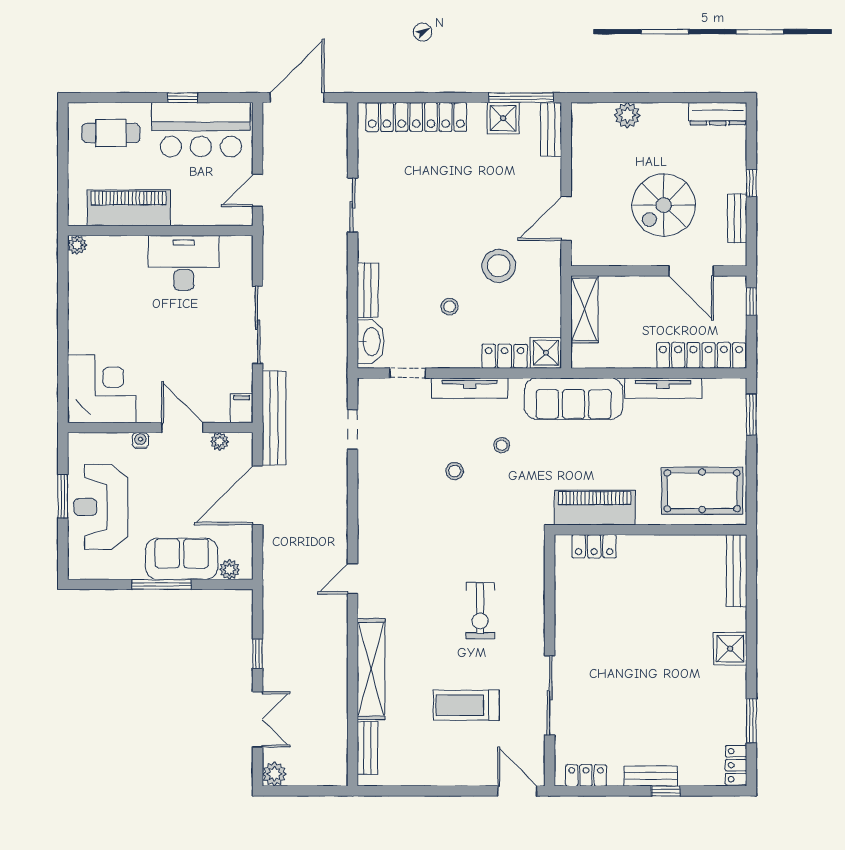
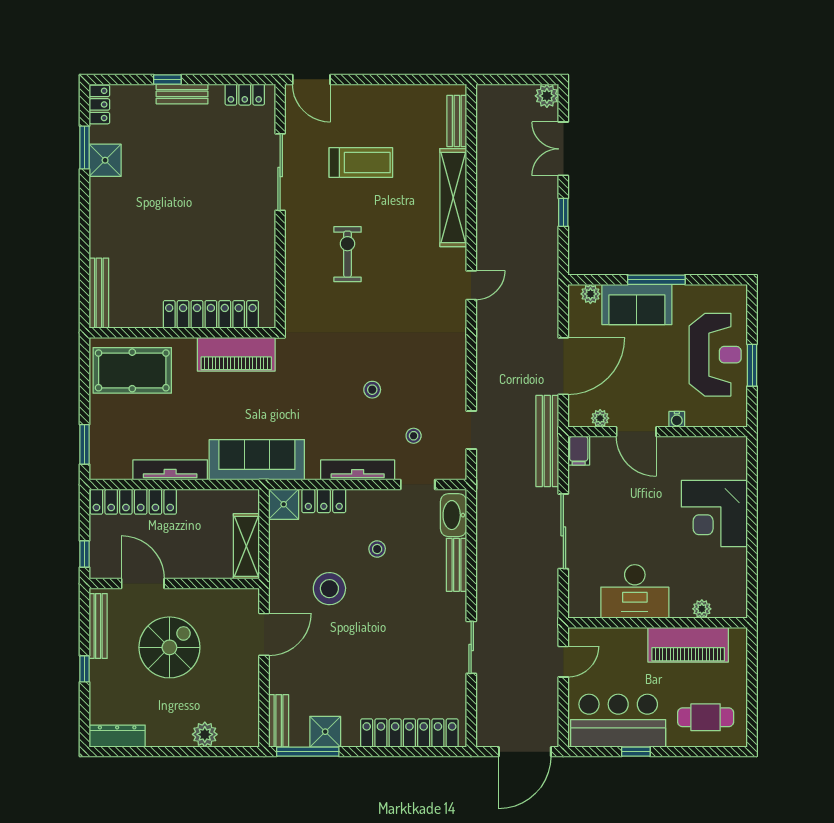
bench: (737, 218) -> (98, 626), width x1.36
plant: (77, 245) -> (702, 609), moved
corner desk: (102, 389) -> (714, 513), moved
stool: (502, 445) -> (414, 436), moved
locker: (594, 546) -> (211, 314), width x2.16, depth x1.21
shower: (730, 649) -> (105, 160), moved

